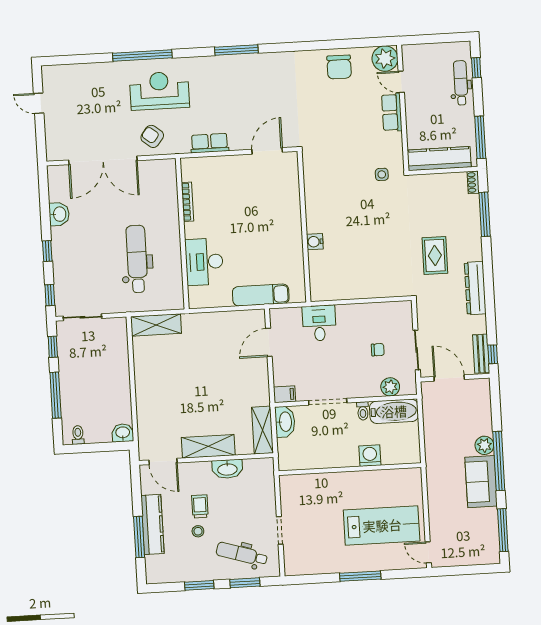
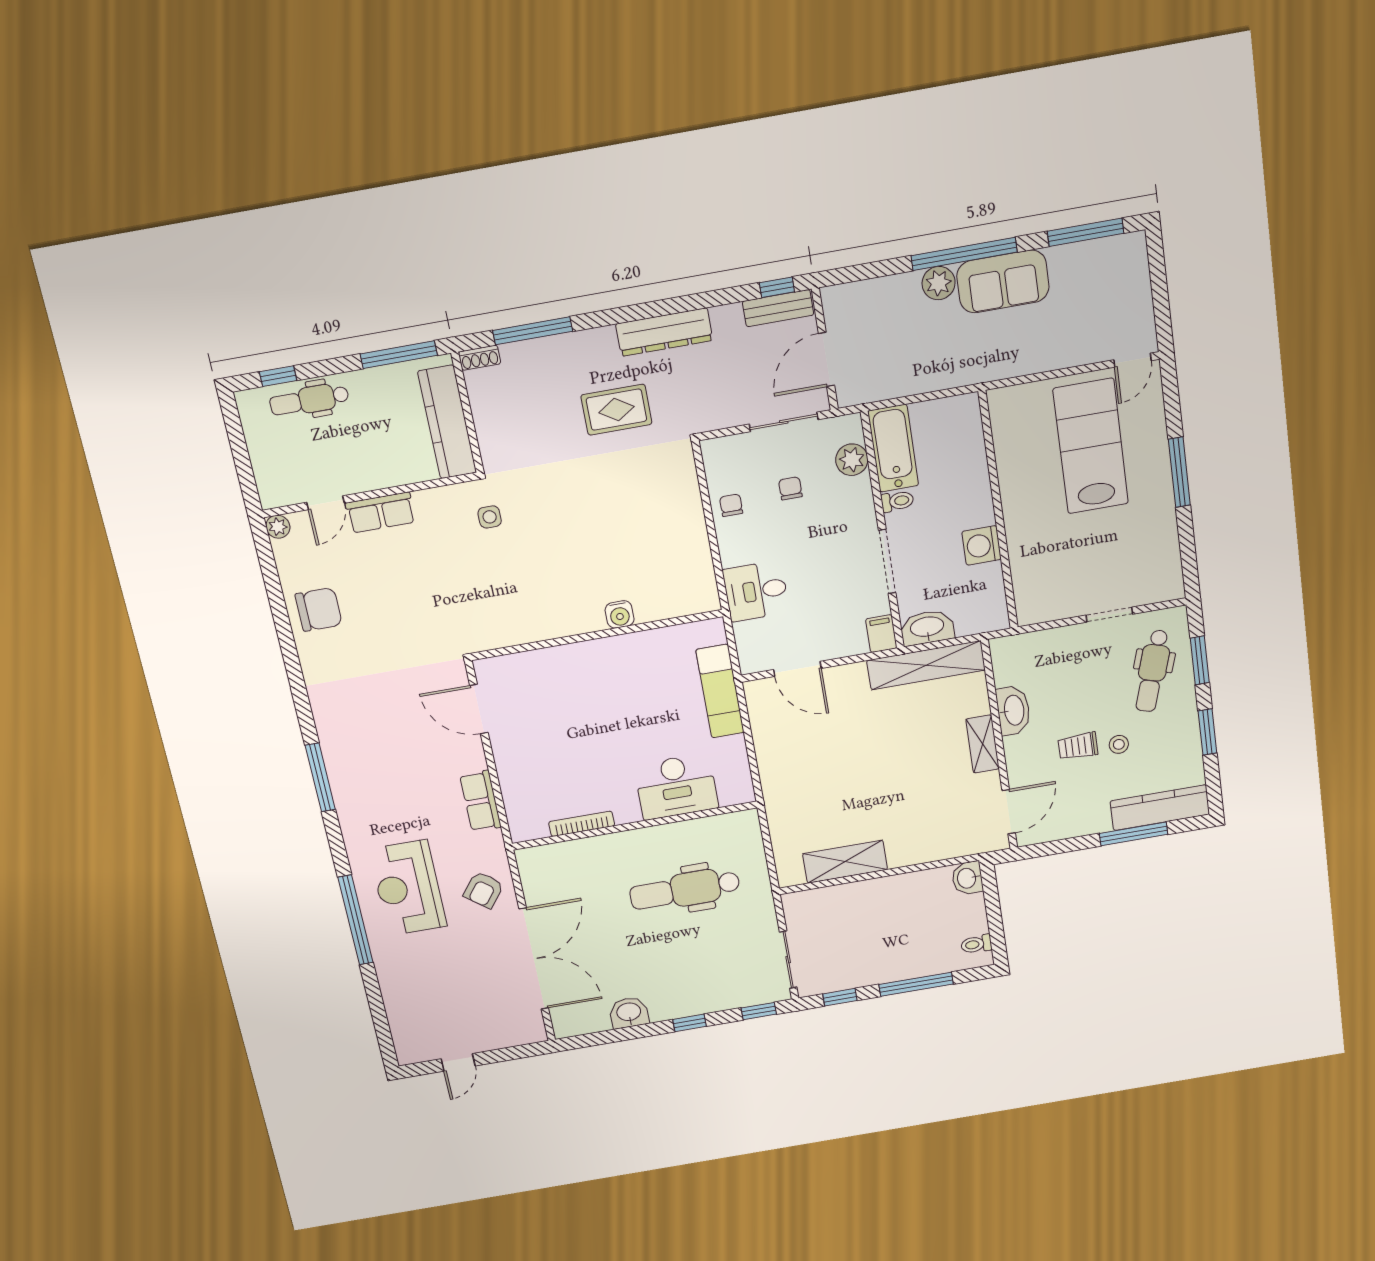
plant: (385, 59) -> (278, 527), width x0.53, depth x0.53
chair: (372, 314) -> (731, 505), added
shelving: (156, 325) -> (845, 862), moved, turned 90
shelving: (263, 430) -> (926, 665), width x1.47
shelving: (208, 446) -> (983, 744), width x0.67, depth x0.75
washing machine: (370, 456) -> (982, 545), moved
kitchen counter: (152, 524) -> (1160, 808), moved

